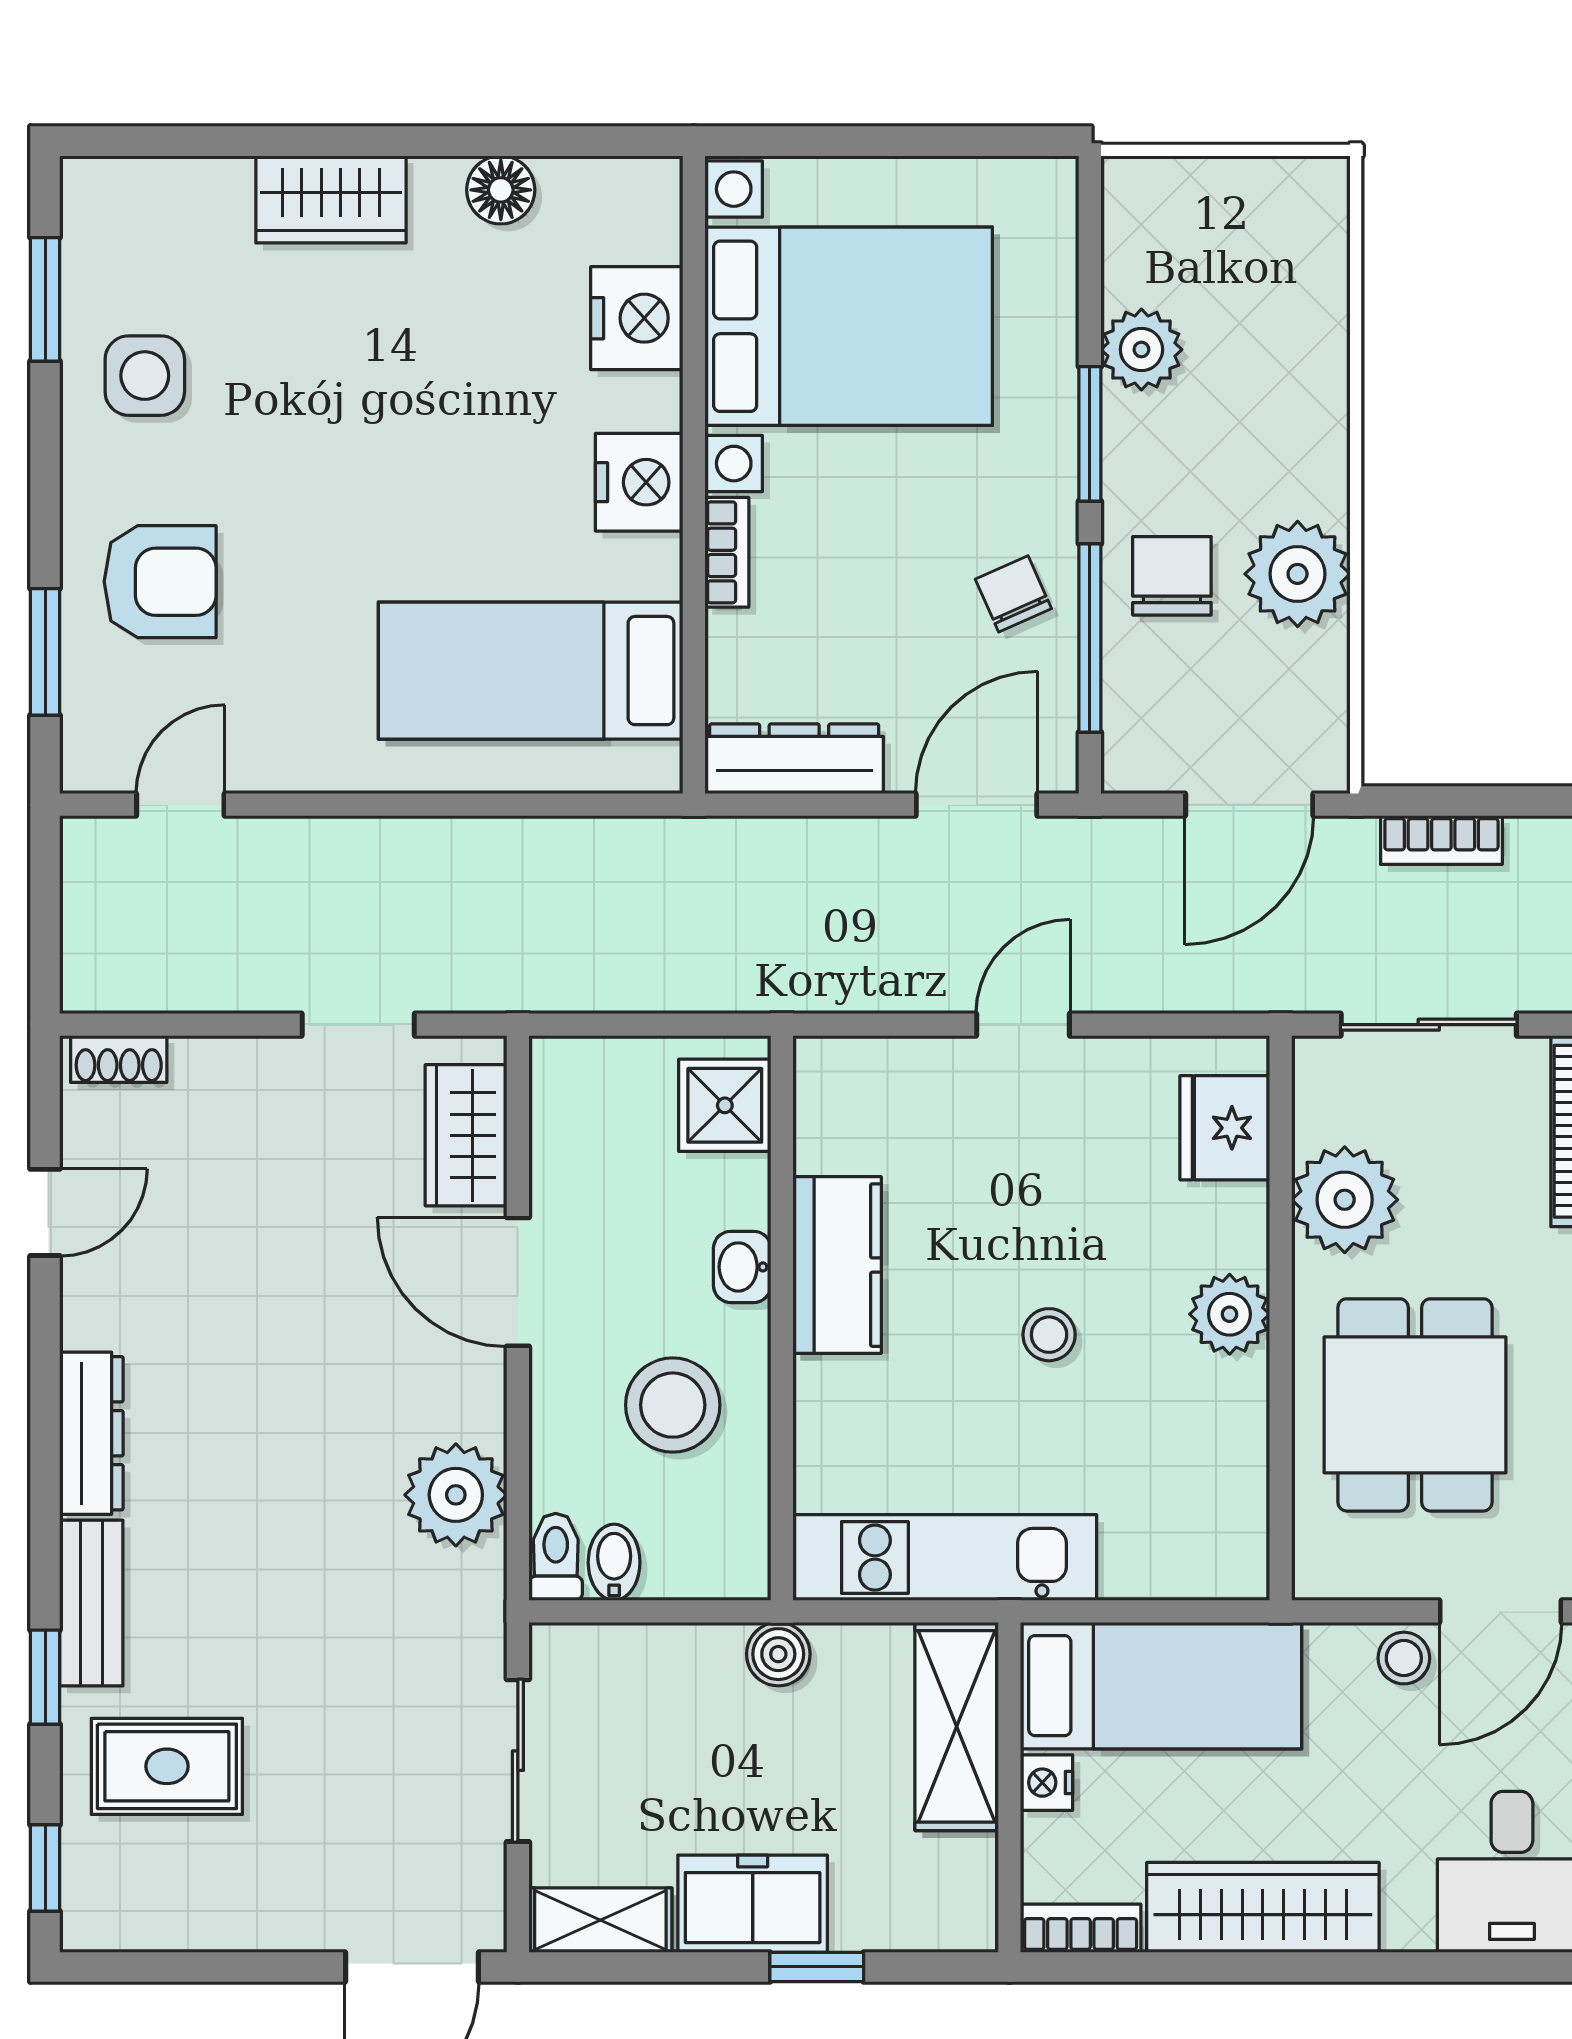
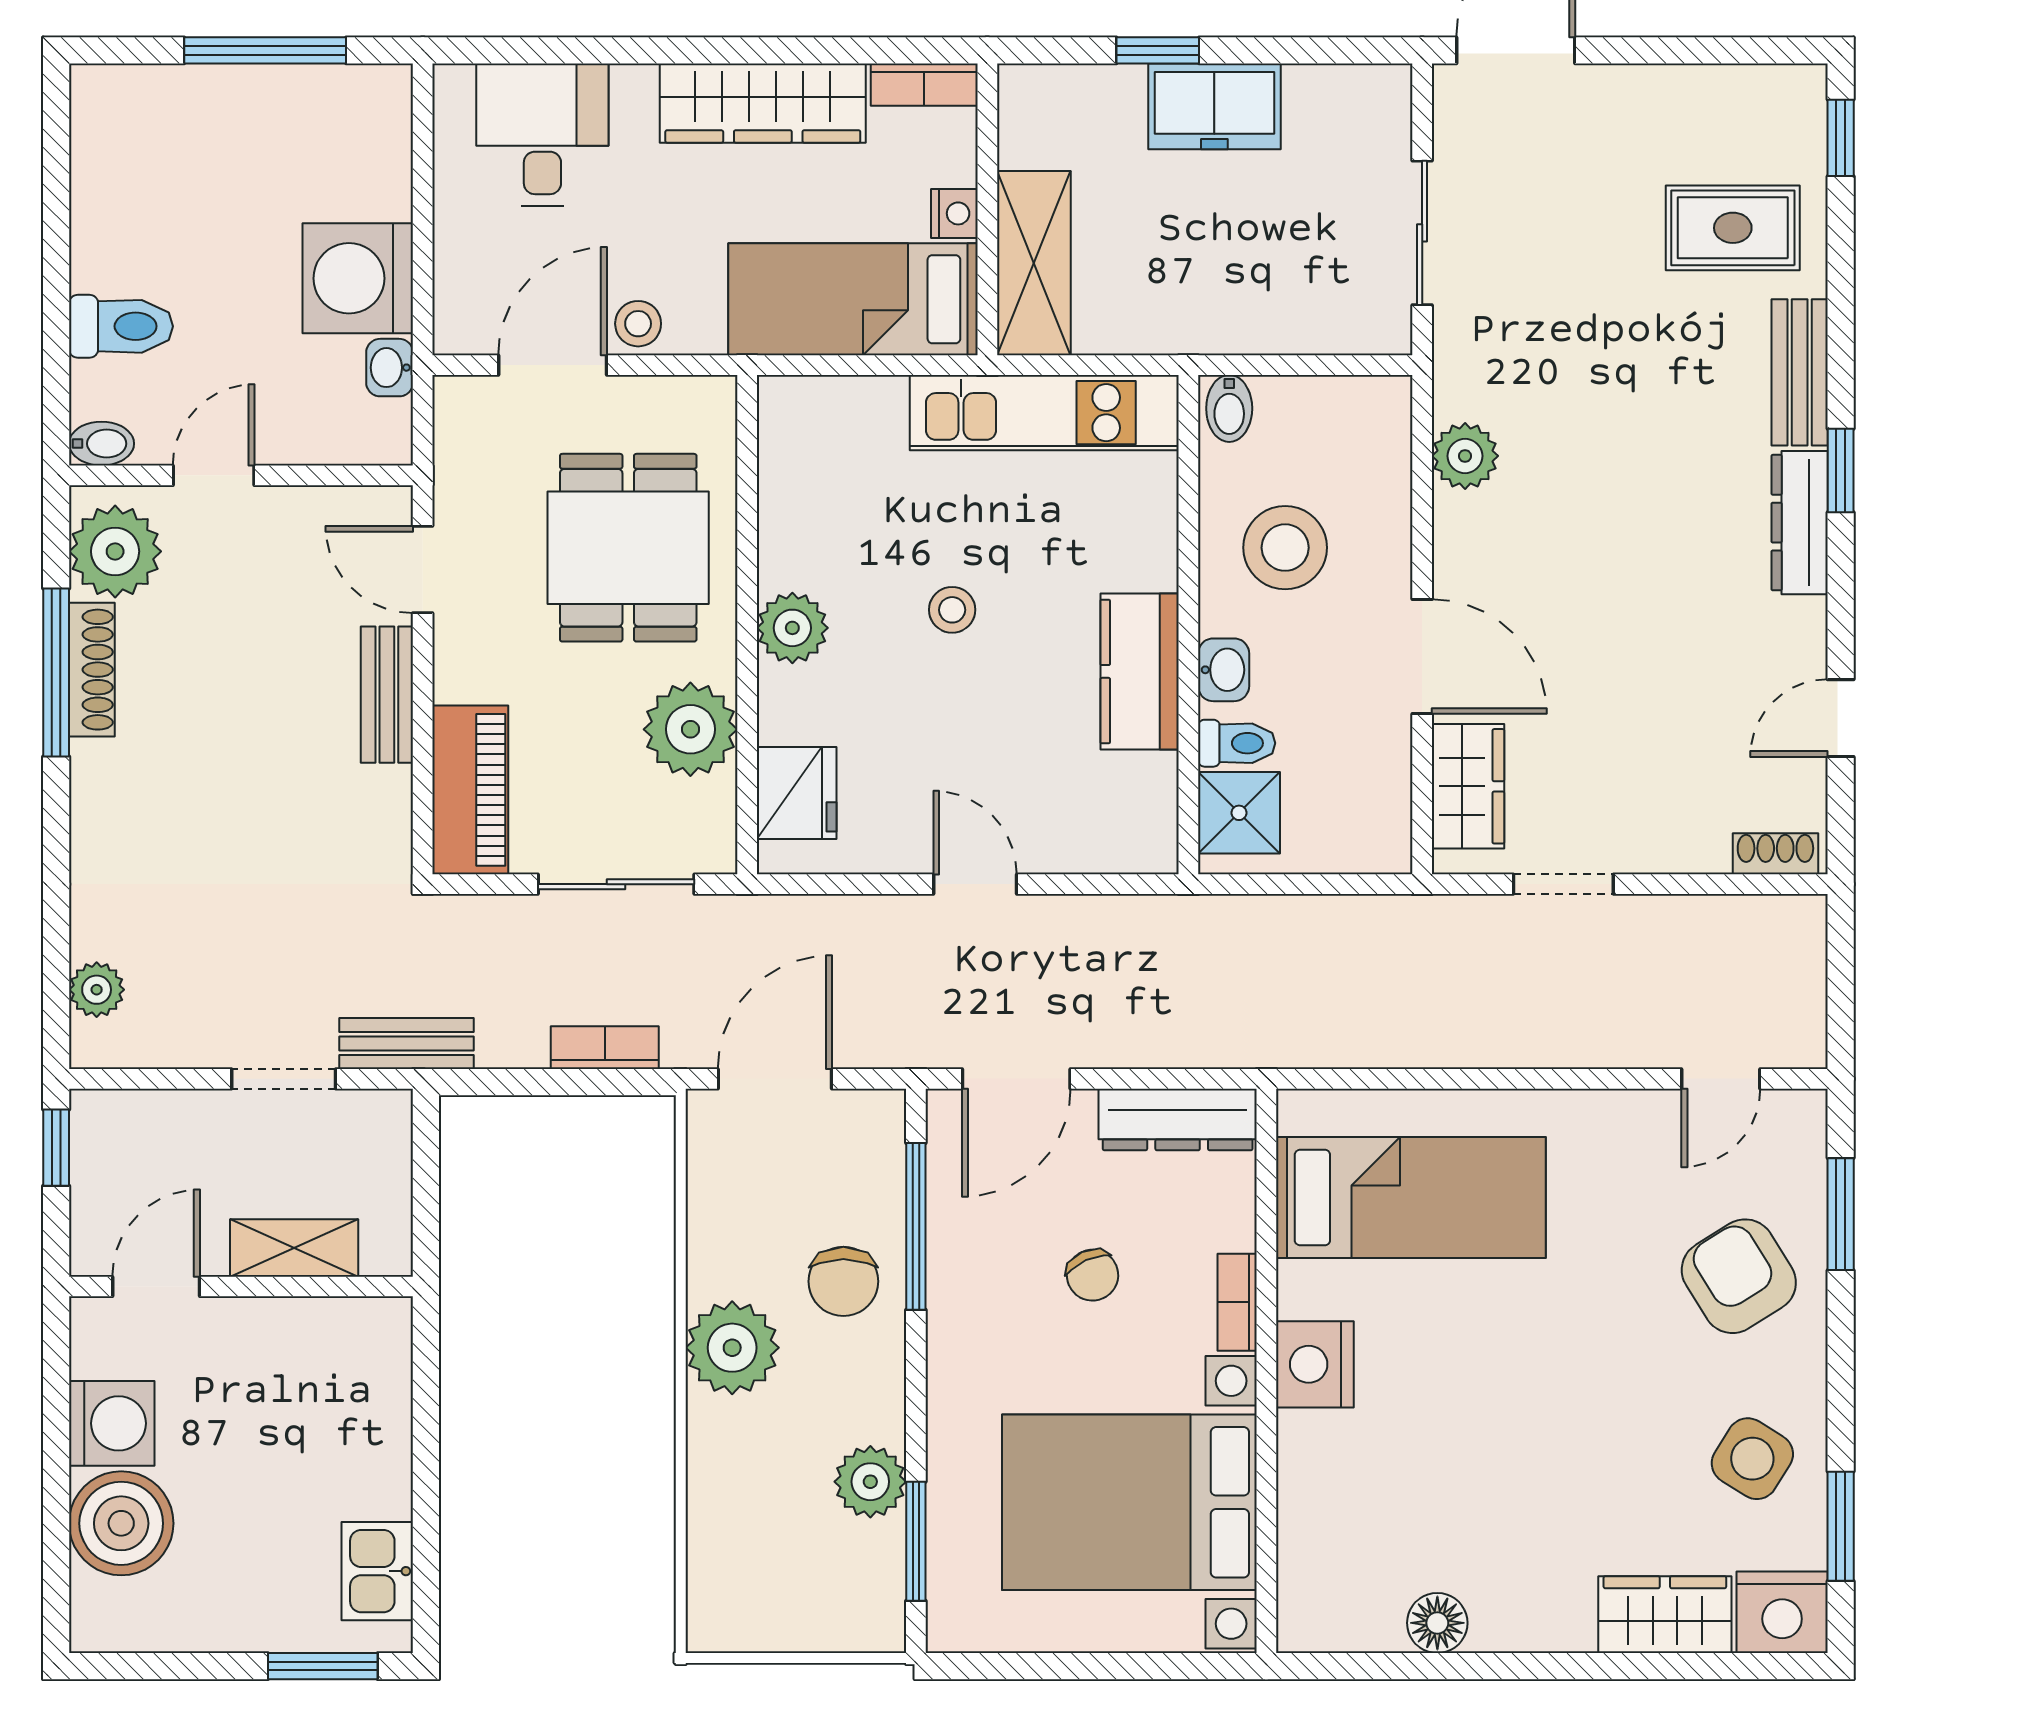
wardrobe: (331, 199) -> (1665, 1615), moved
nightstand: (637, 318) -> (1782, 1612), moved, turned -90
side table: (145, 376) -> (1752, 1459), turned 32
window: (1090, 434) -> (916, 1541), moved
plant: (1298, 574) -> (732, 1348), moved
armchair: (160, 582) -> (1739, 1276), turned 58
chair: (1013, 594) -> (1093, 1275), moved
door: (1023, 1025) -> (975, 884), swing flipped
plant: (456, 1495) -> (1465, 456), width x0.73, depth x0.73
toilet: (556, 1557) -> (1237, 743), moved, turned -90
bidet: (614, 1562) -> (1229, 408), moved
boiler: (778, 1654) -> (1192, 327), removed
window: (45, 1677) -> (1841, 471), moved
shelving: (600, 1920) -> (1349, 92), removed

